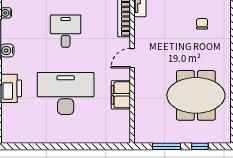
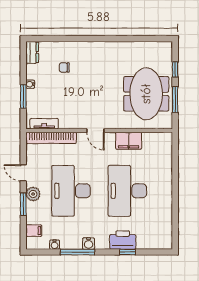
desk: (66, 31) -> (71, 191), width x1.87, depth x1.30
meeting table: (196, 95) -> (146, 94), moved

